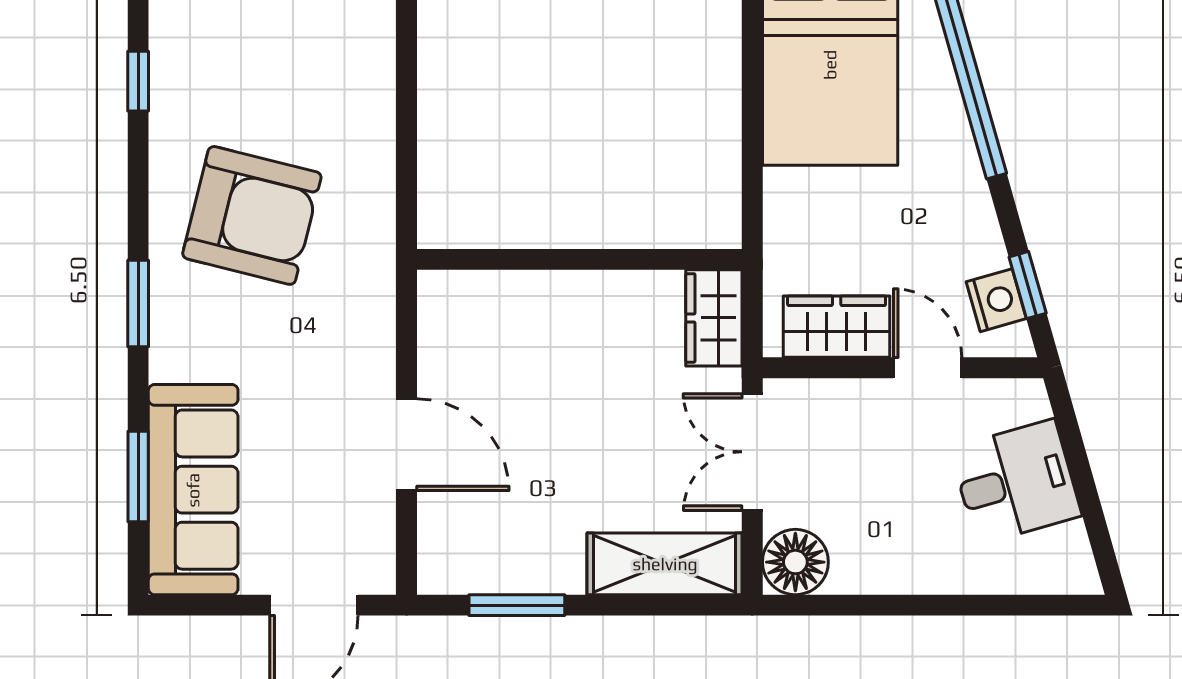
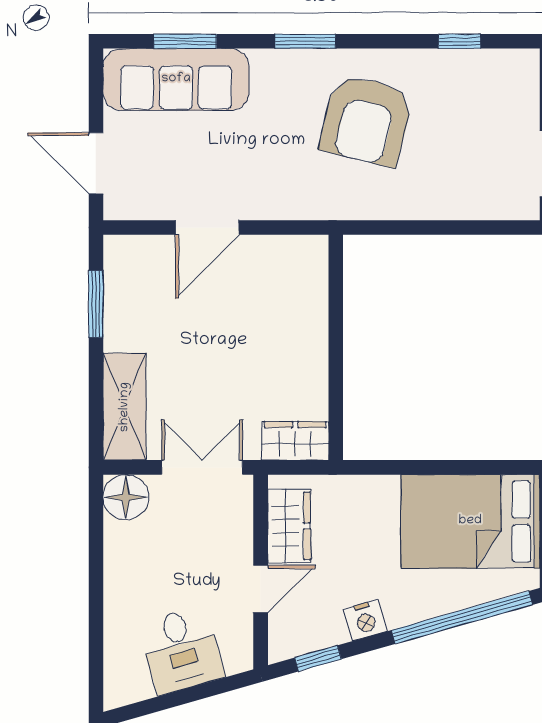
nightstand: (996, 300) -> (365, 620), moved

